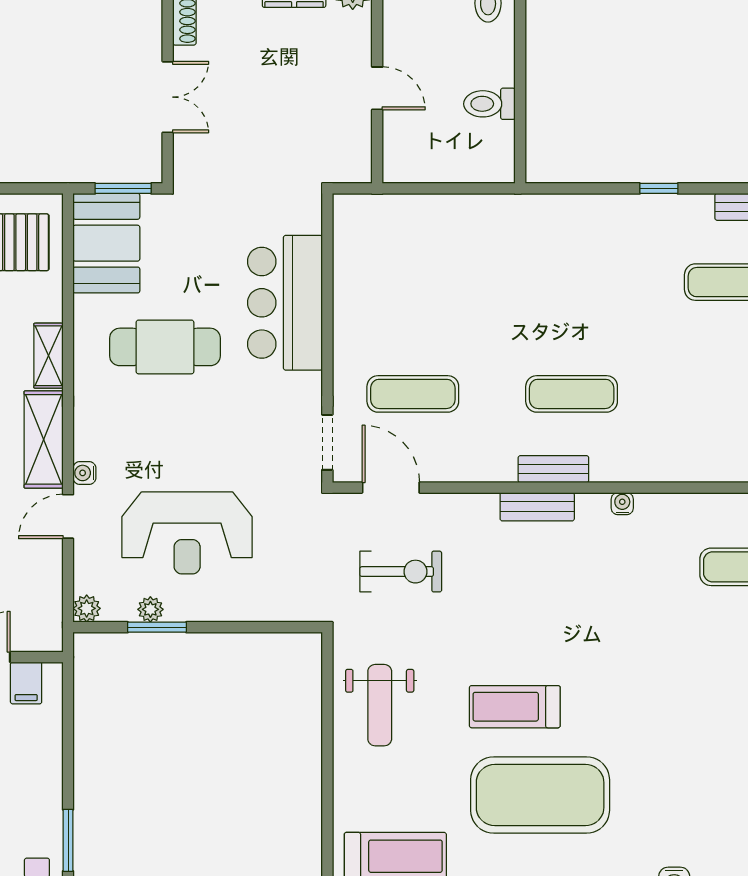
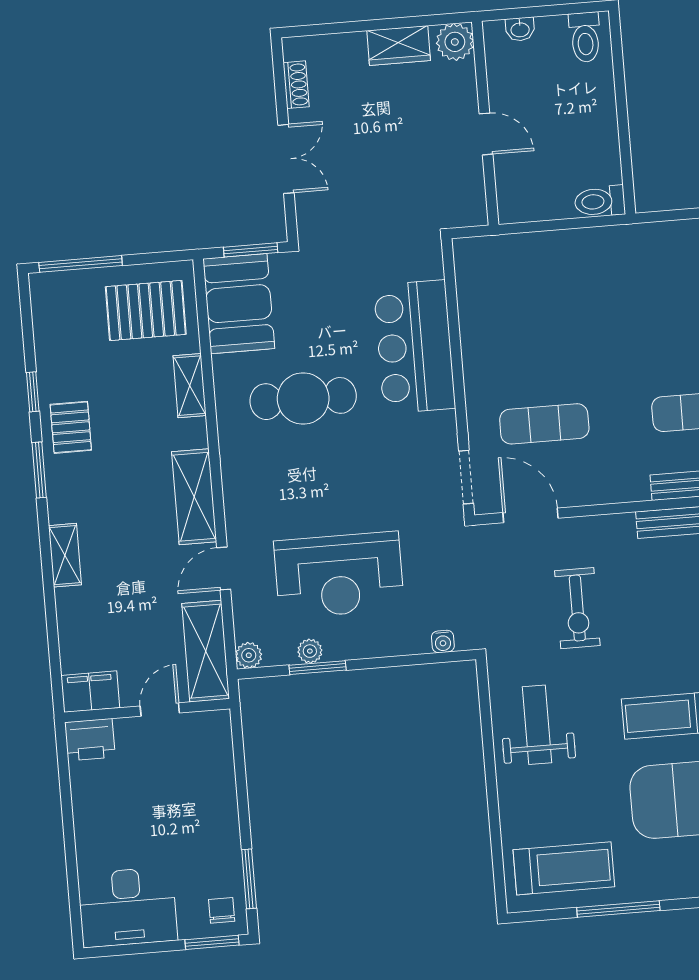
toilet: (489, 104) -> (600, 201), moved
shelving: (48, 356) -> (190, 386), moved
water cooler: (84, 473) -> (443, 641), moved, turned -90
exercise bike: (401, 572) -> (577, 608), moved, turned 90
shelving: (42, 601) -> (206, 651), added
filing cabinet: (26, 683) -> (197, 731), removed
weight bench: (380, 705) -> (537, 725), turned 180

